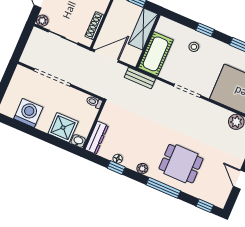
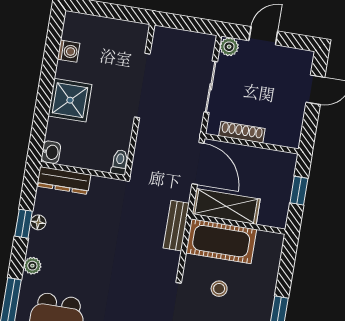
shelving: (143, 29) -> (226, 207), moved
stool: (194, 47) -> (219, 289), moved
washing machine: (28, 113) -> (69, 51), width x0.53, depth x0.53
shower: (63, 128) -> (70, 100), moved

